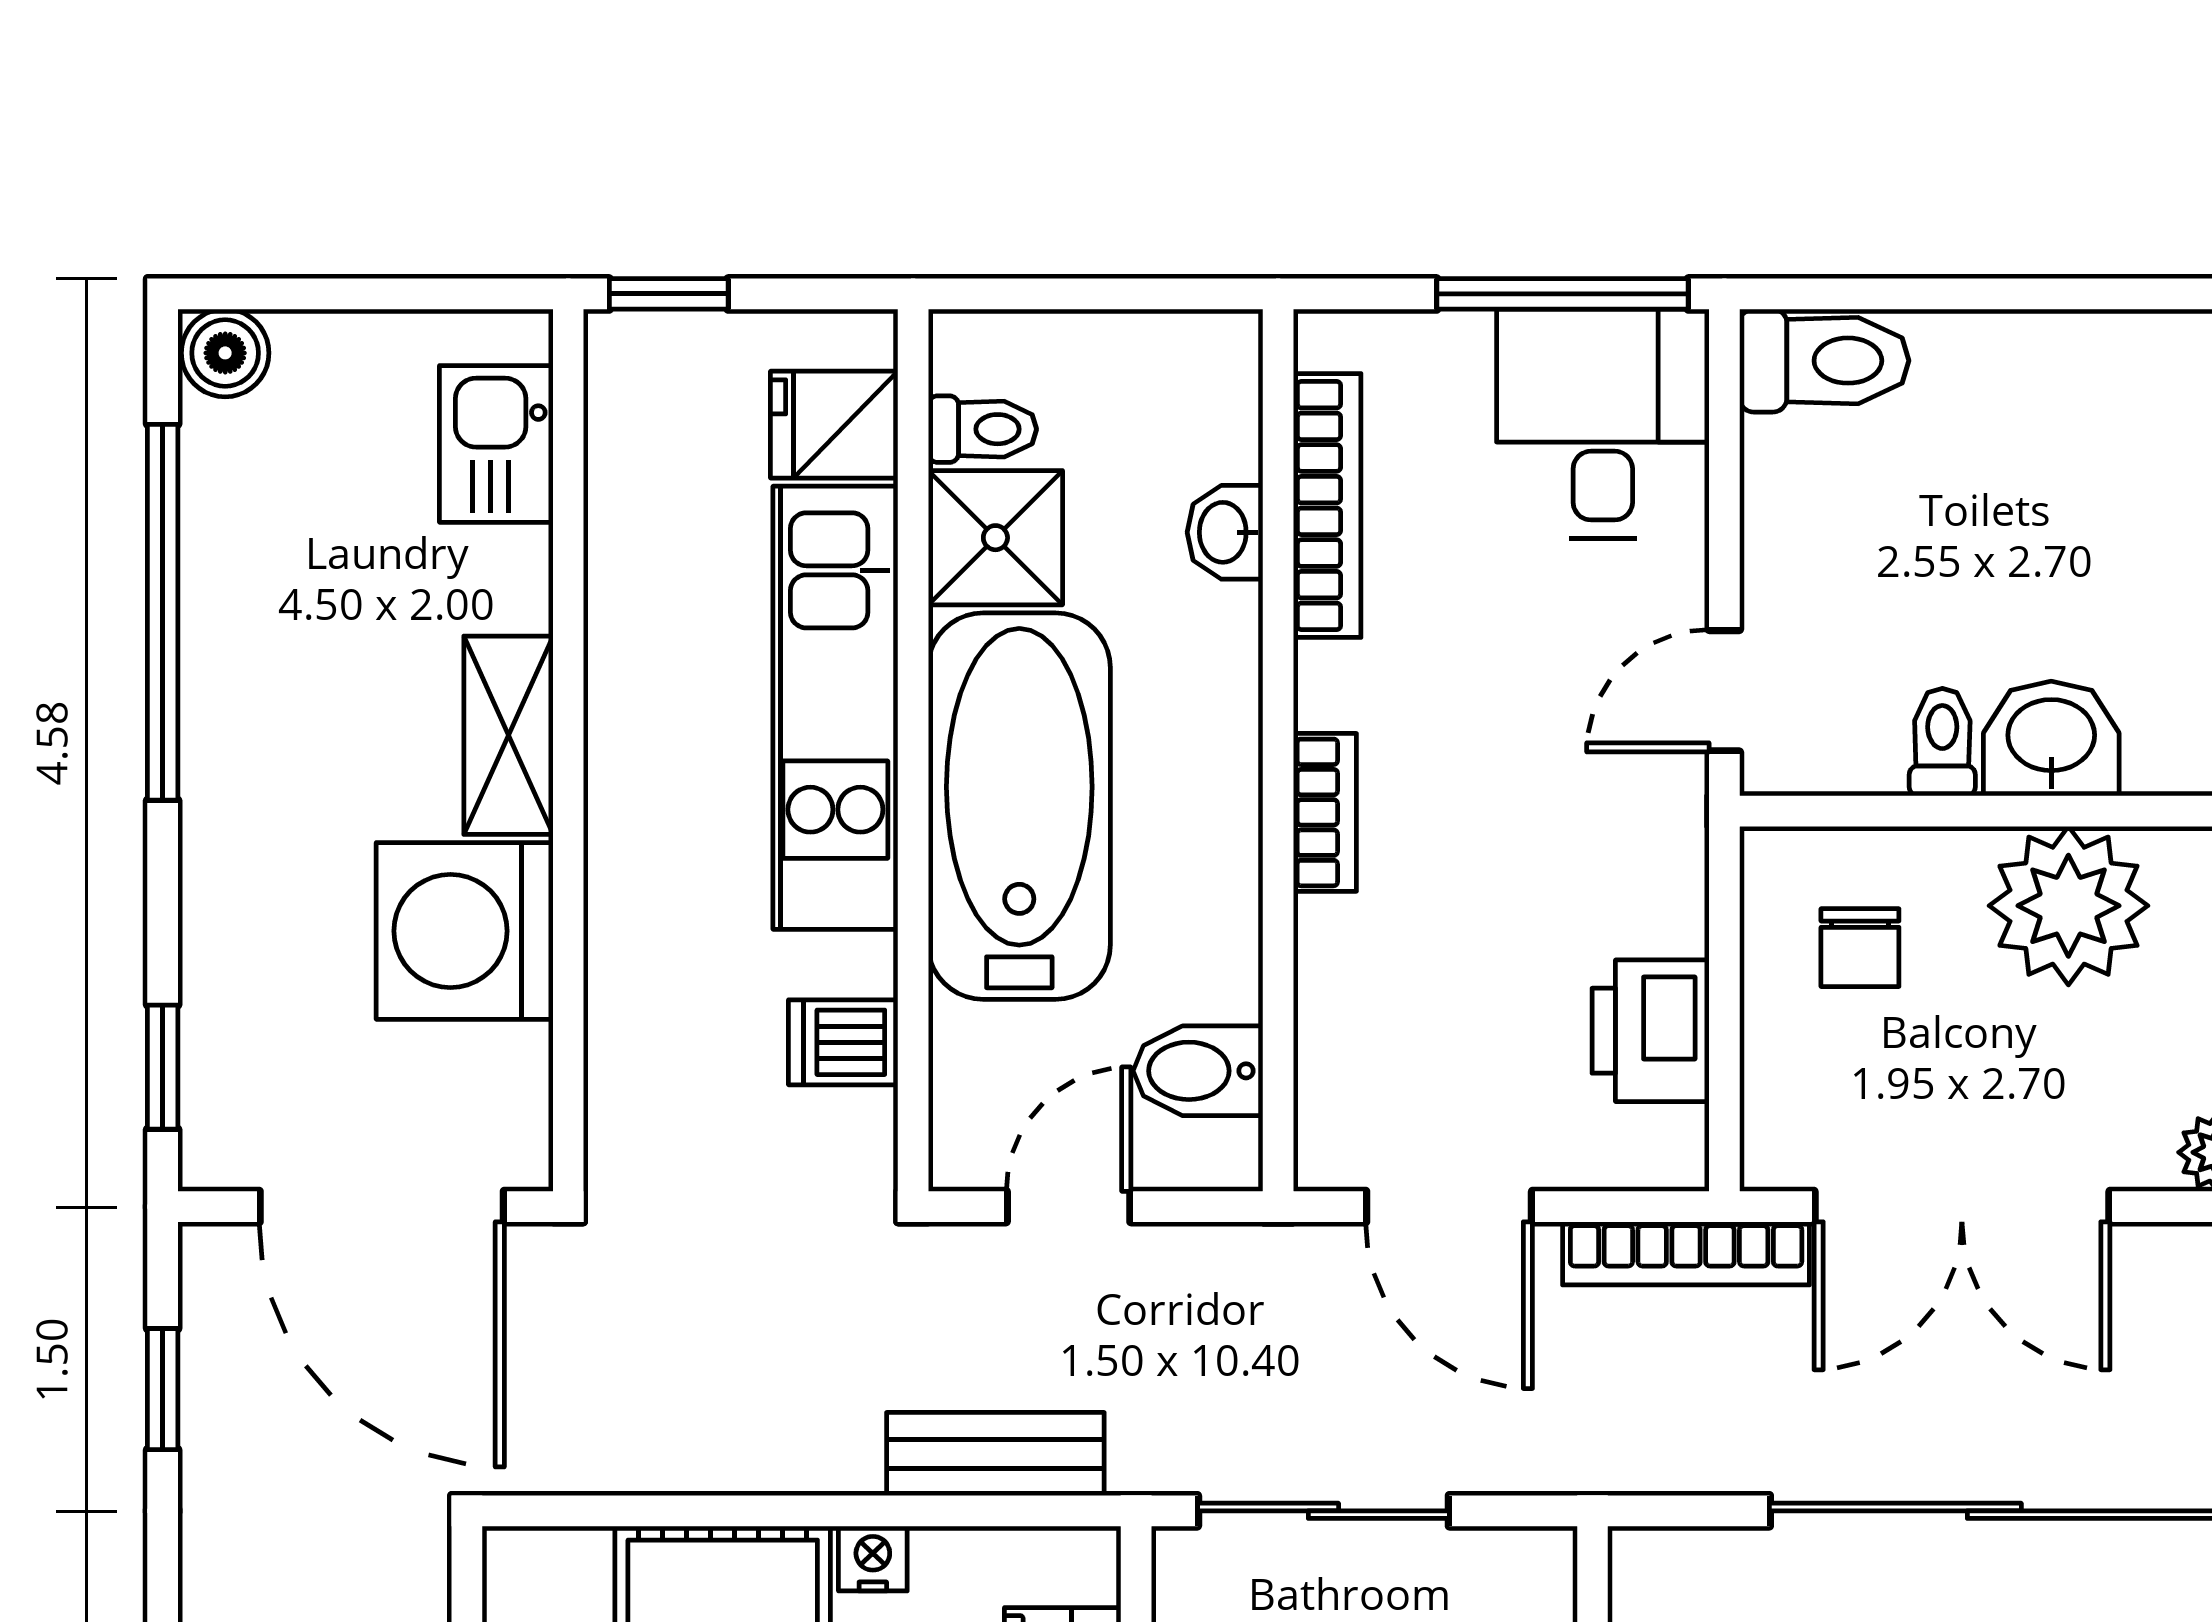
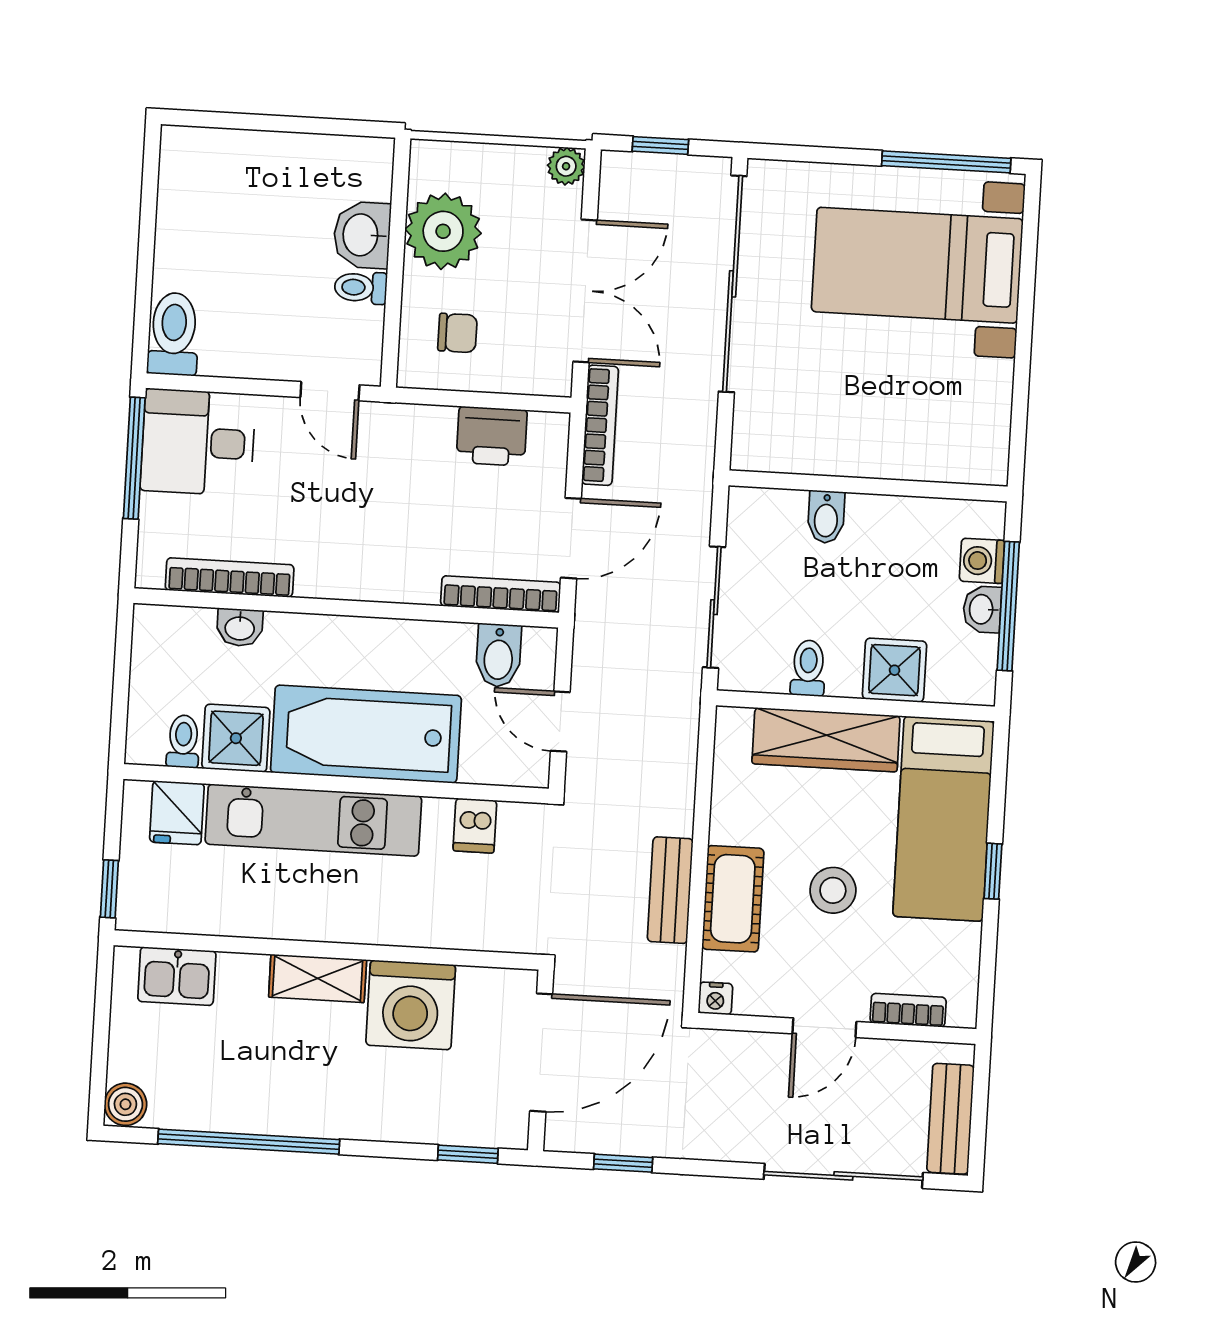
bookcase: (1325, 812) -> (501, 594), moved, width x1.56
bench: (995, 1454) -> (670, 890), moved
nightstand: (873, 1559) -> (715, 998), moved, turned -90

